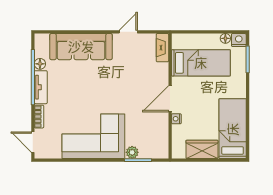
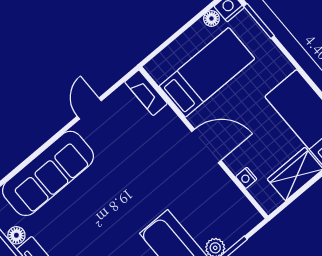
door: (170, 99) -> (206, 146), swing flipped
nightstand: (176, 119) -> (246, 178), moved

